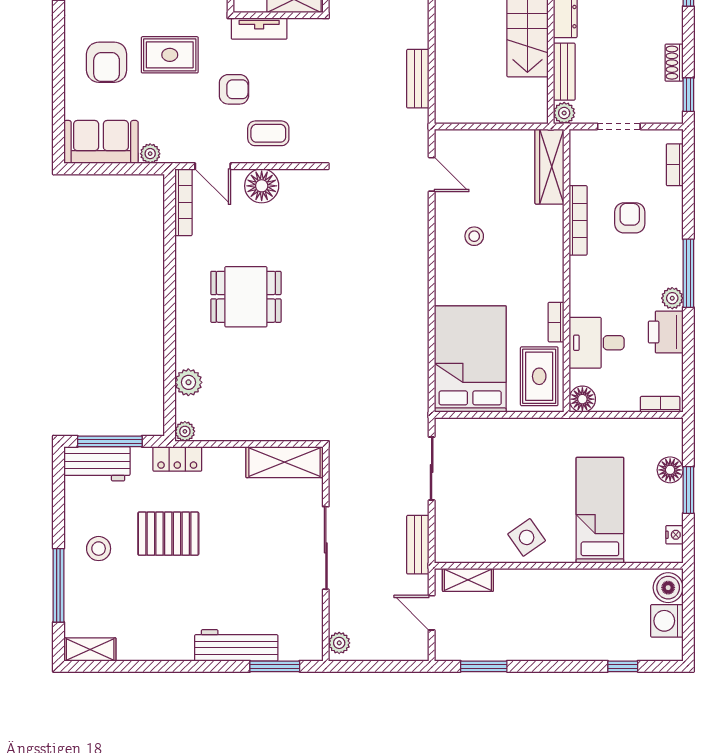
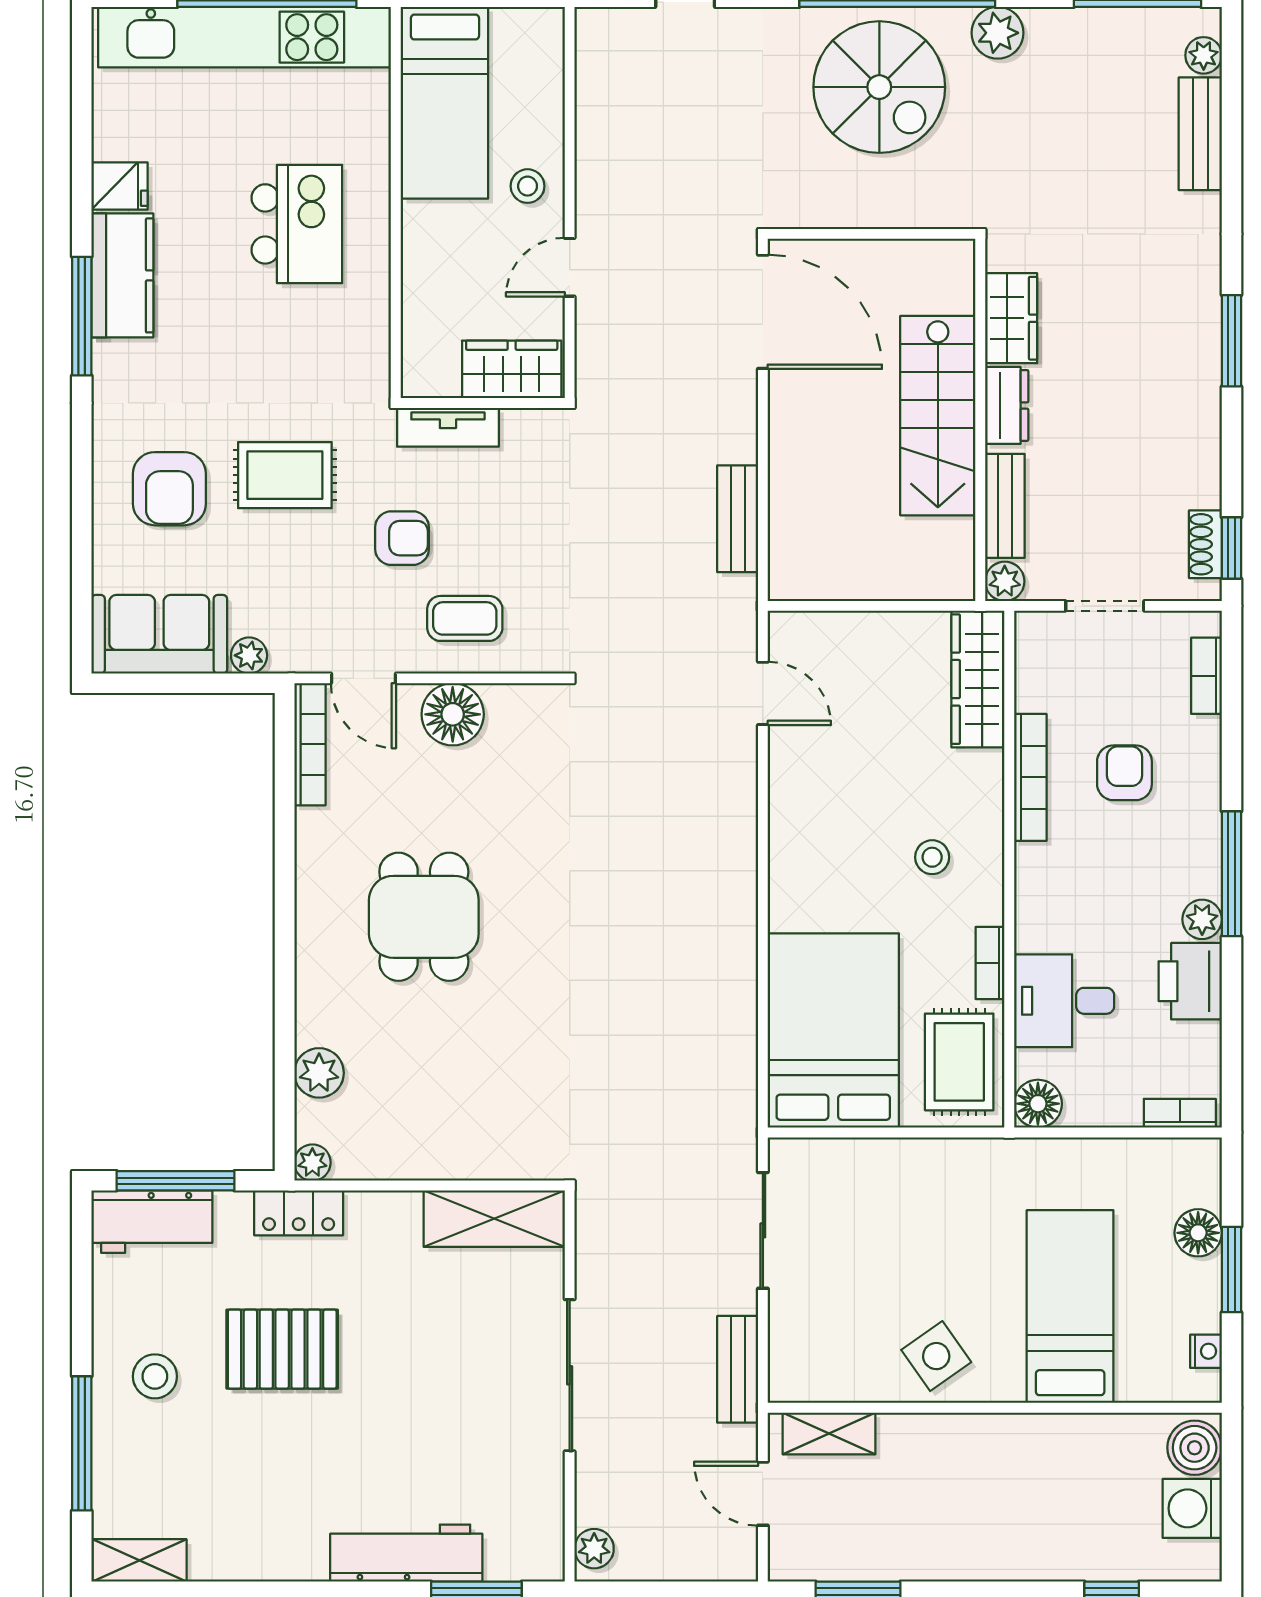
shoe rack: (674, 63) -> (1205, 544), moved
stool: (474, 236) -> (932, 857), moved
dining table: (246, 297) -> (424, 917), turned 90

